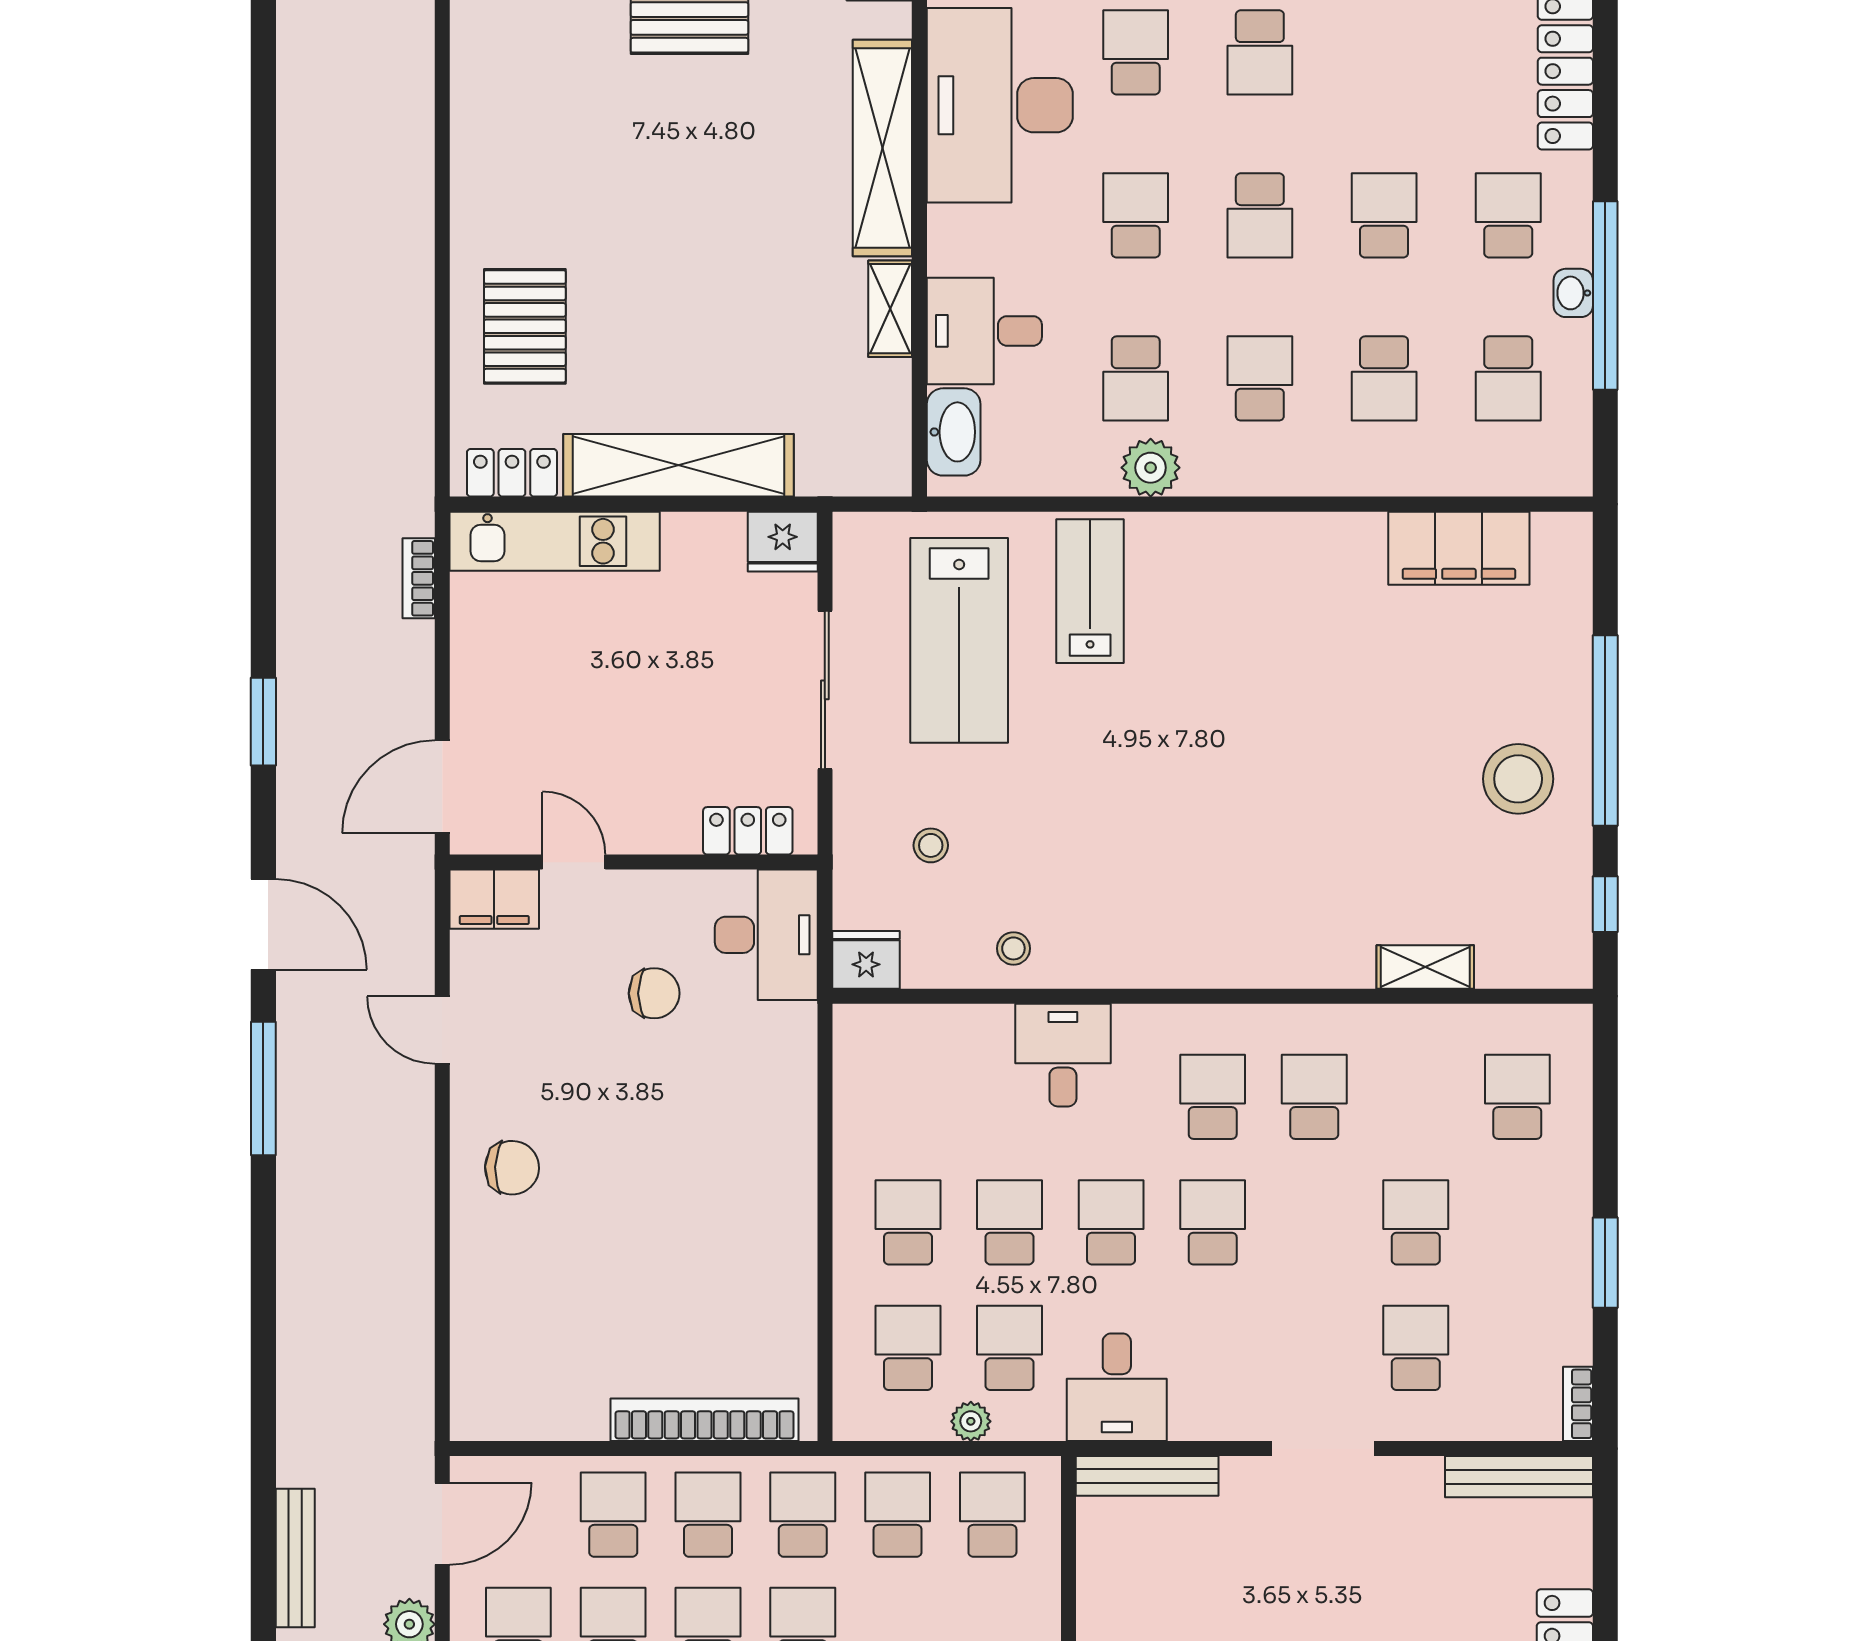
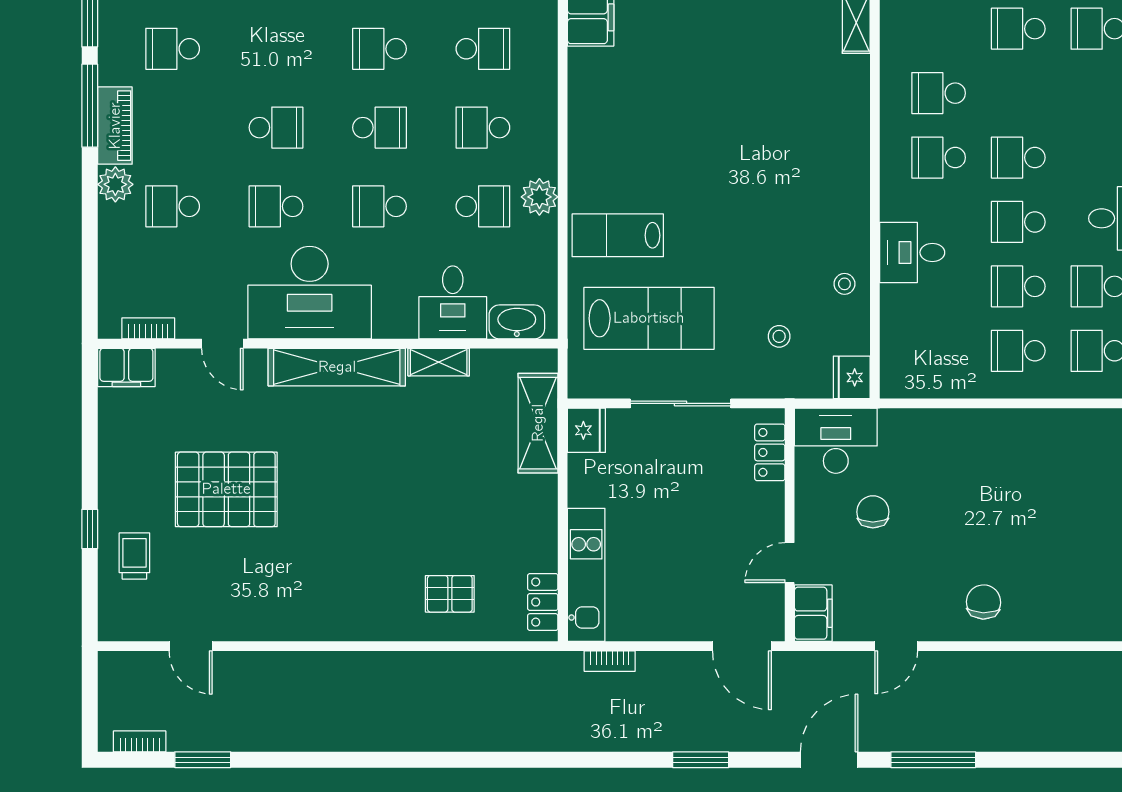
pallet: (525, 326) -> (450, 594), width x0.67, depth x0.71
shelving: (679, 465) -> (538, 423), moved, width x0.68

